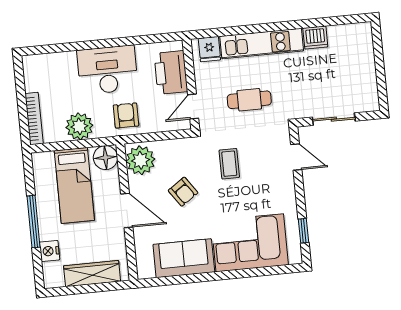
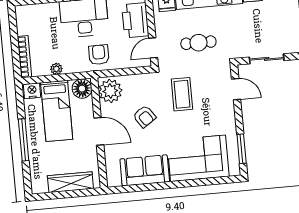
plant: (79, 126) -> (56, 69), width x0.53, depth x0.53
coffee table: (229, 164) -> (182, 94), width x1.36, depth x1.30
window: (304, 231) -> (242, 149), width x1.50
nightstand: (50, 251) -> (32, 91), moved, turned 90

